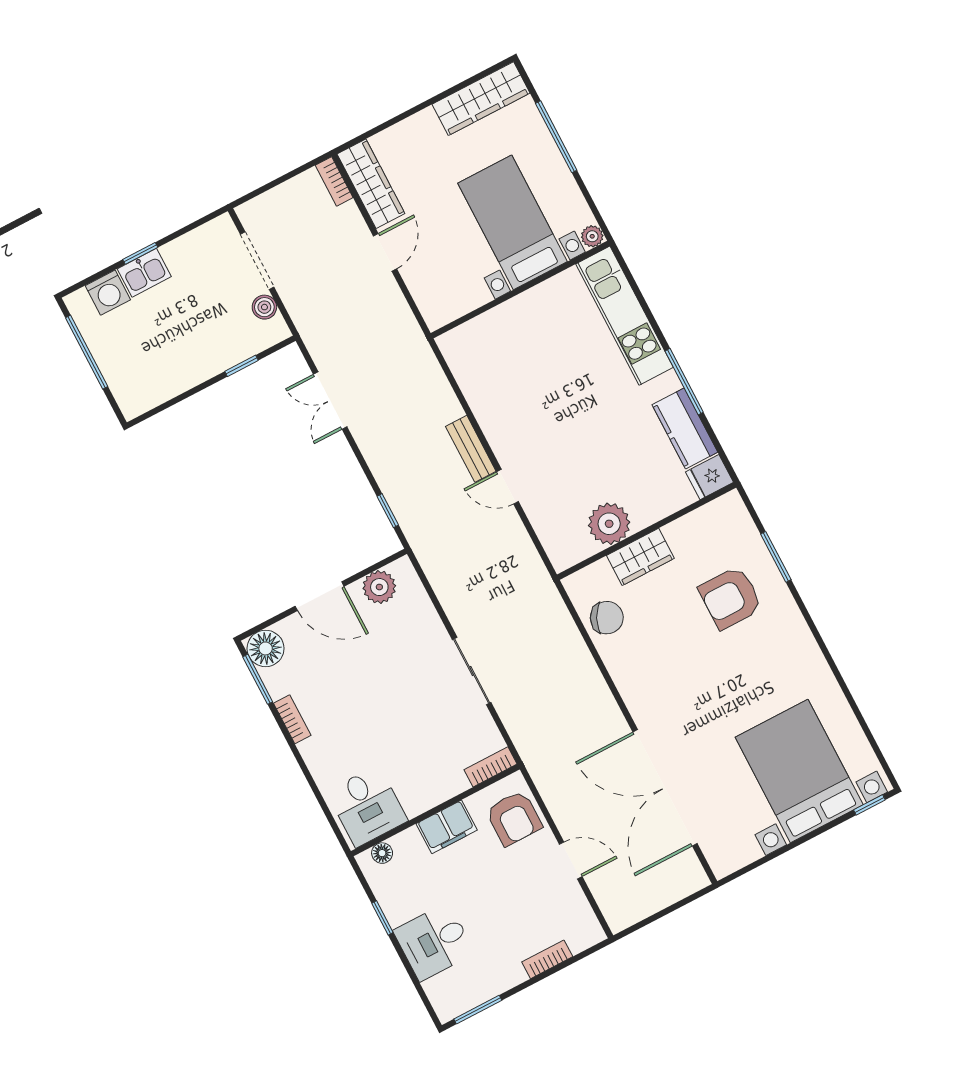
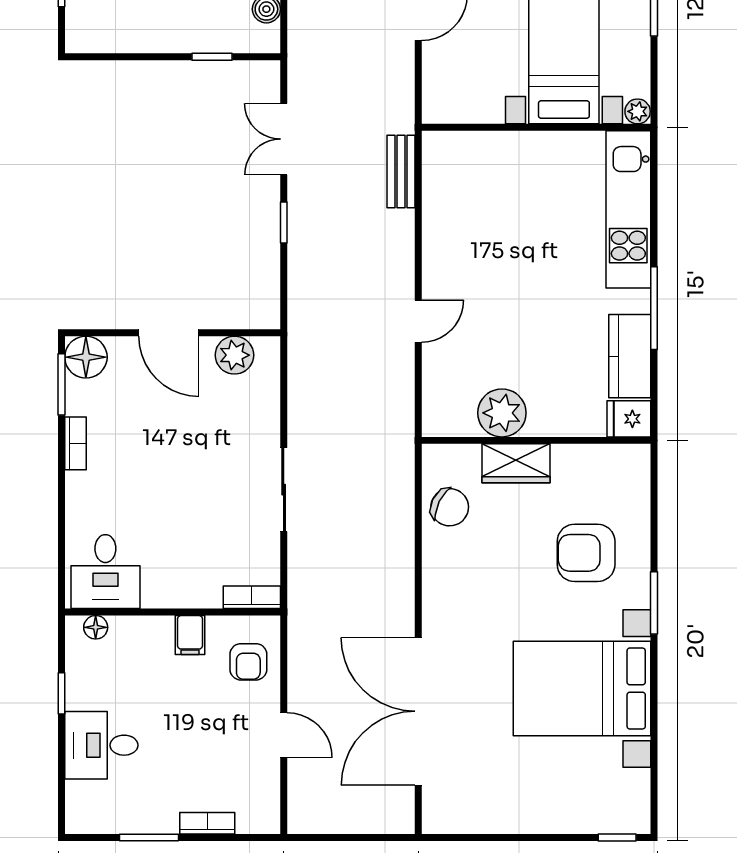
bench: (471, 449) -> (401, 172), moved
door: (508, 487) -> (418, 321), swing flipped
window: (388, 511) -> (284, 223), moved
window: (776, 557) -> (654, 603), moved
bed with nightstands: (799, 771) -> (582, 689), moved, turned -90
armchair: (514, 818) -> (248, 662), width x0.72, depth x0.72
filing cabinet: (447, 827) -> (190, 635), width x0.50
window: (478, 1010) -> (149, 838), moved

